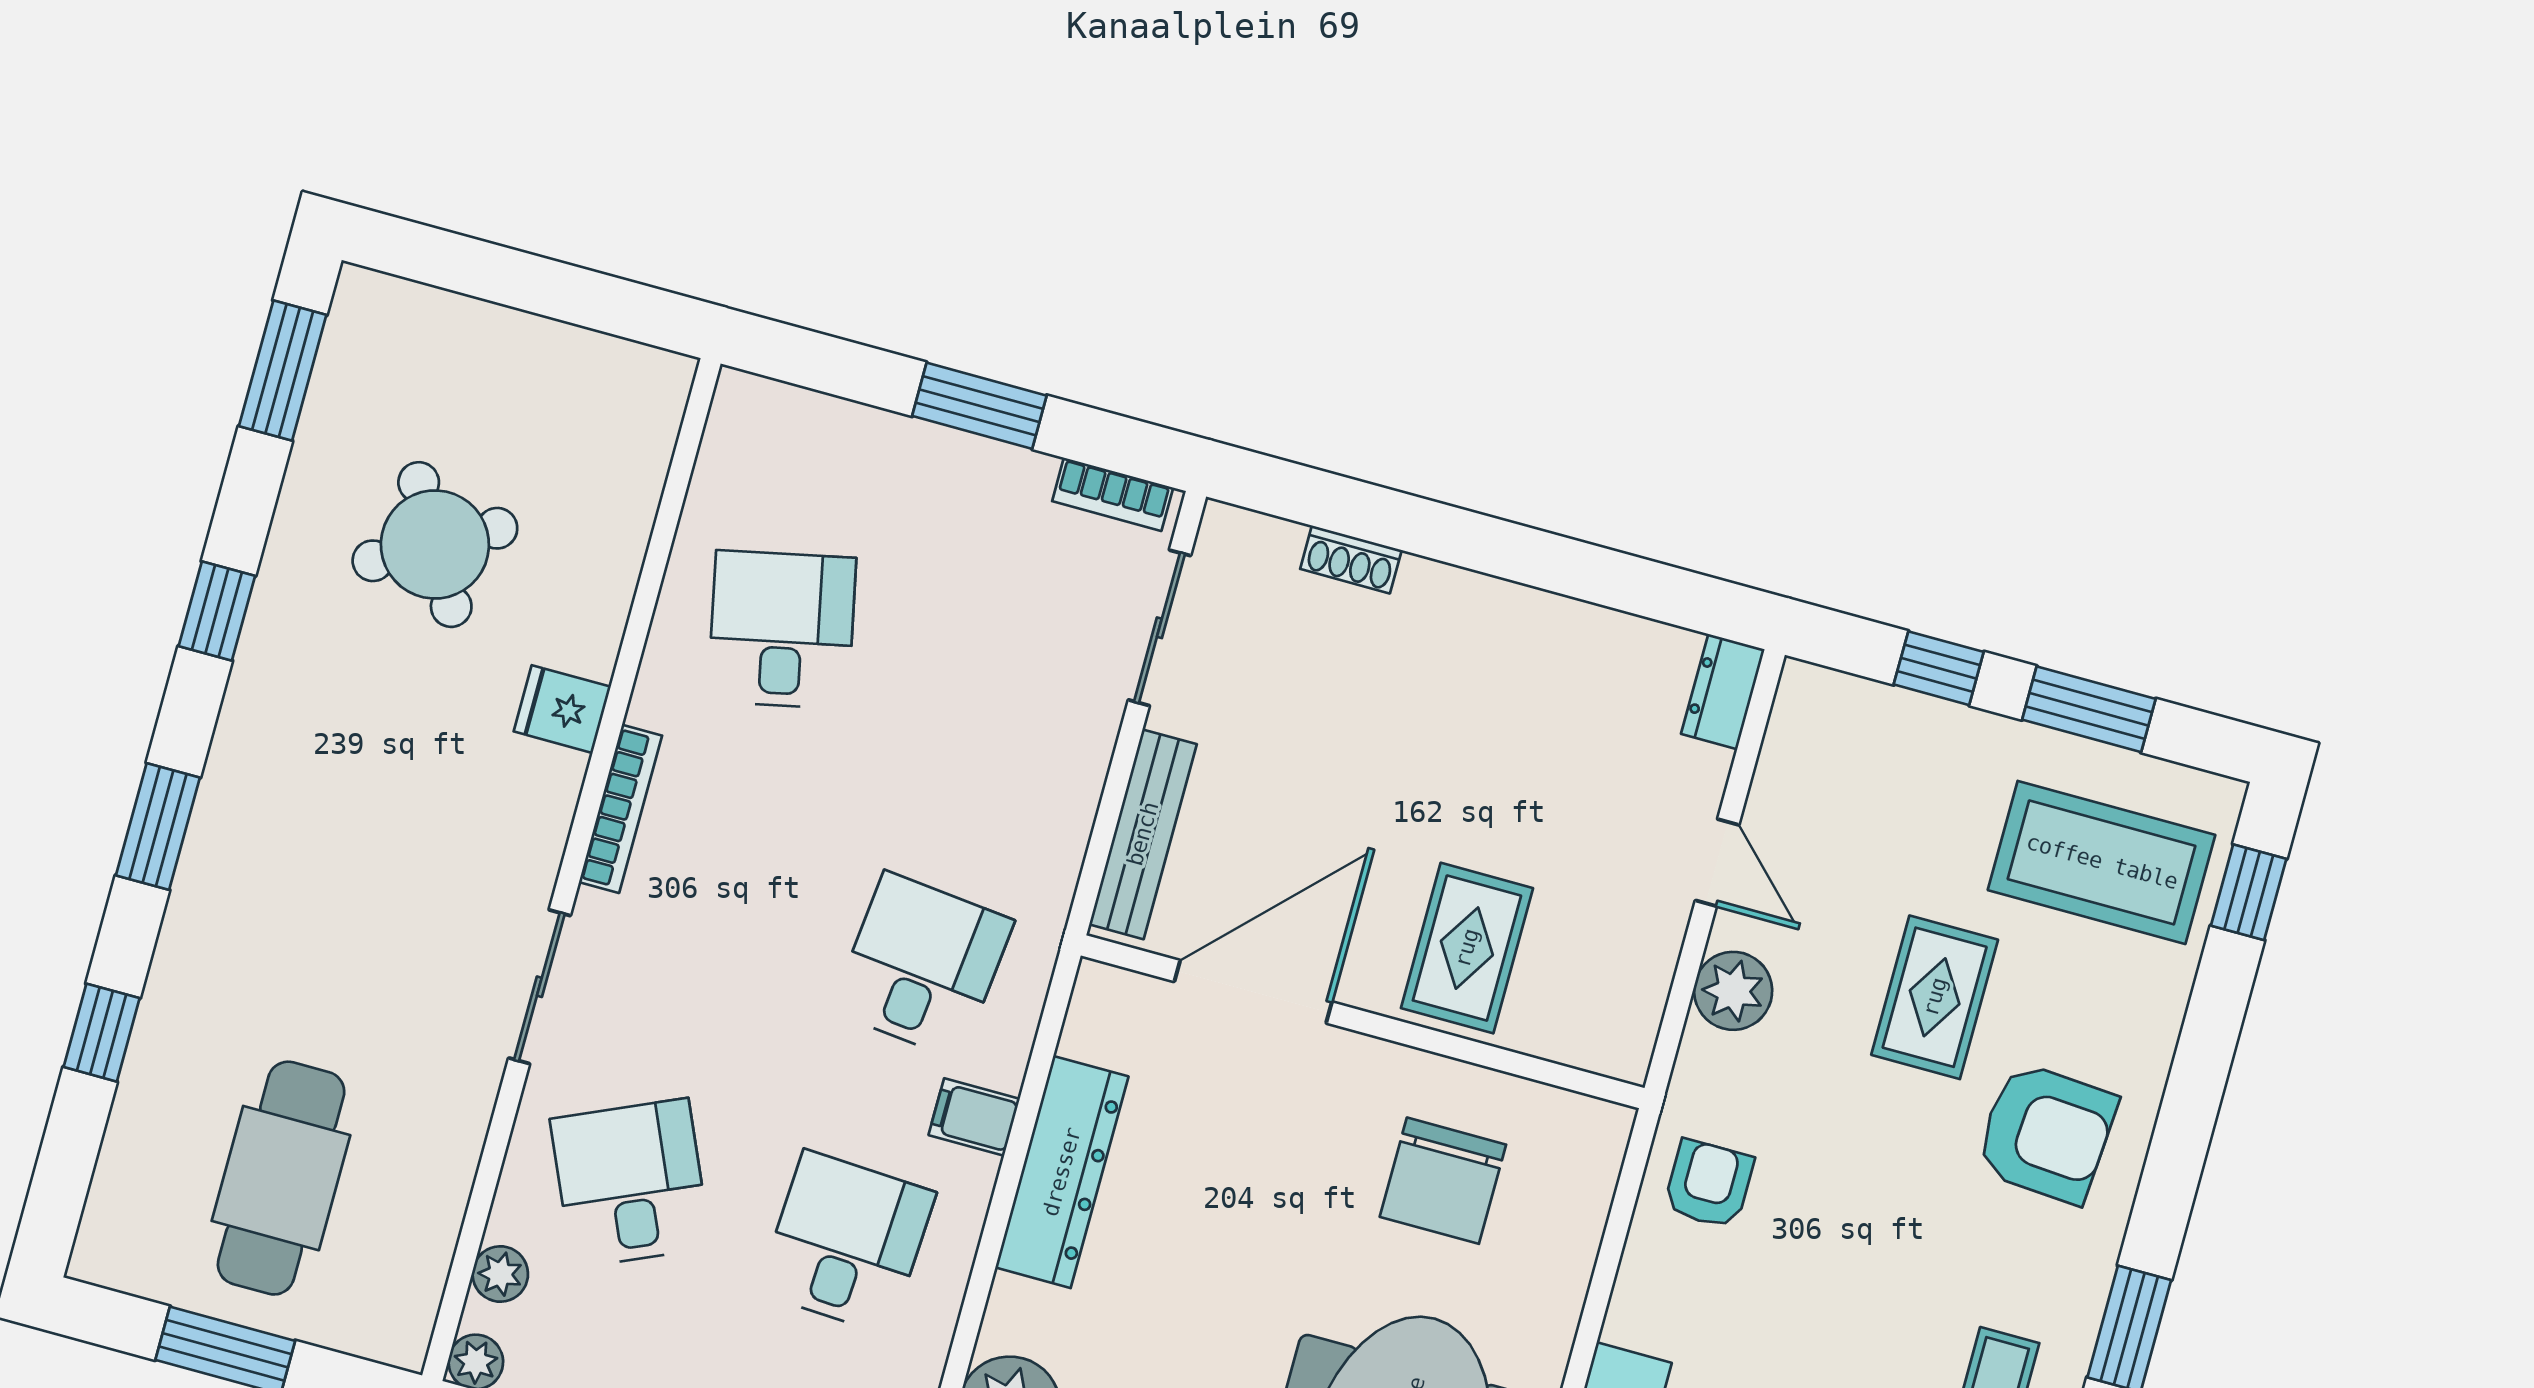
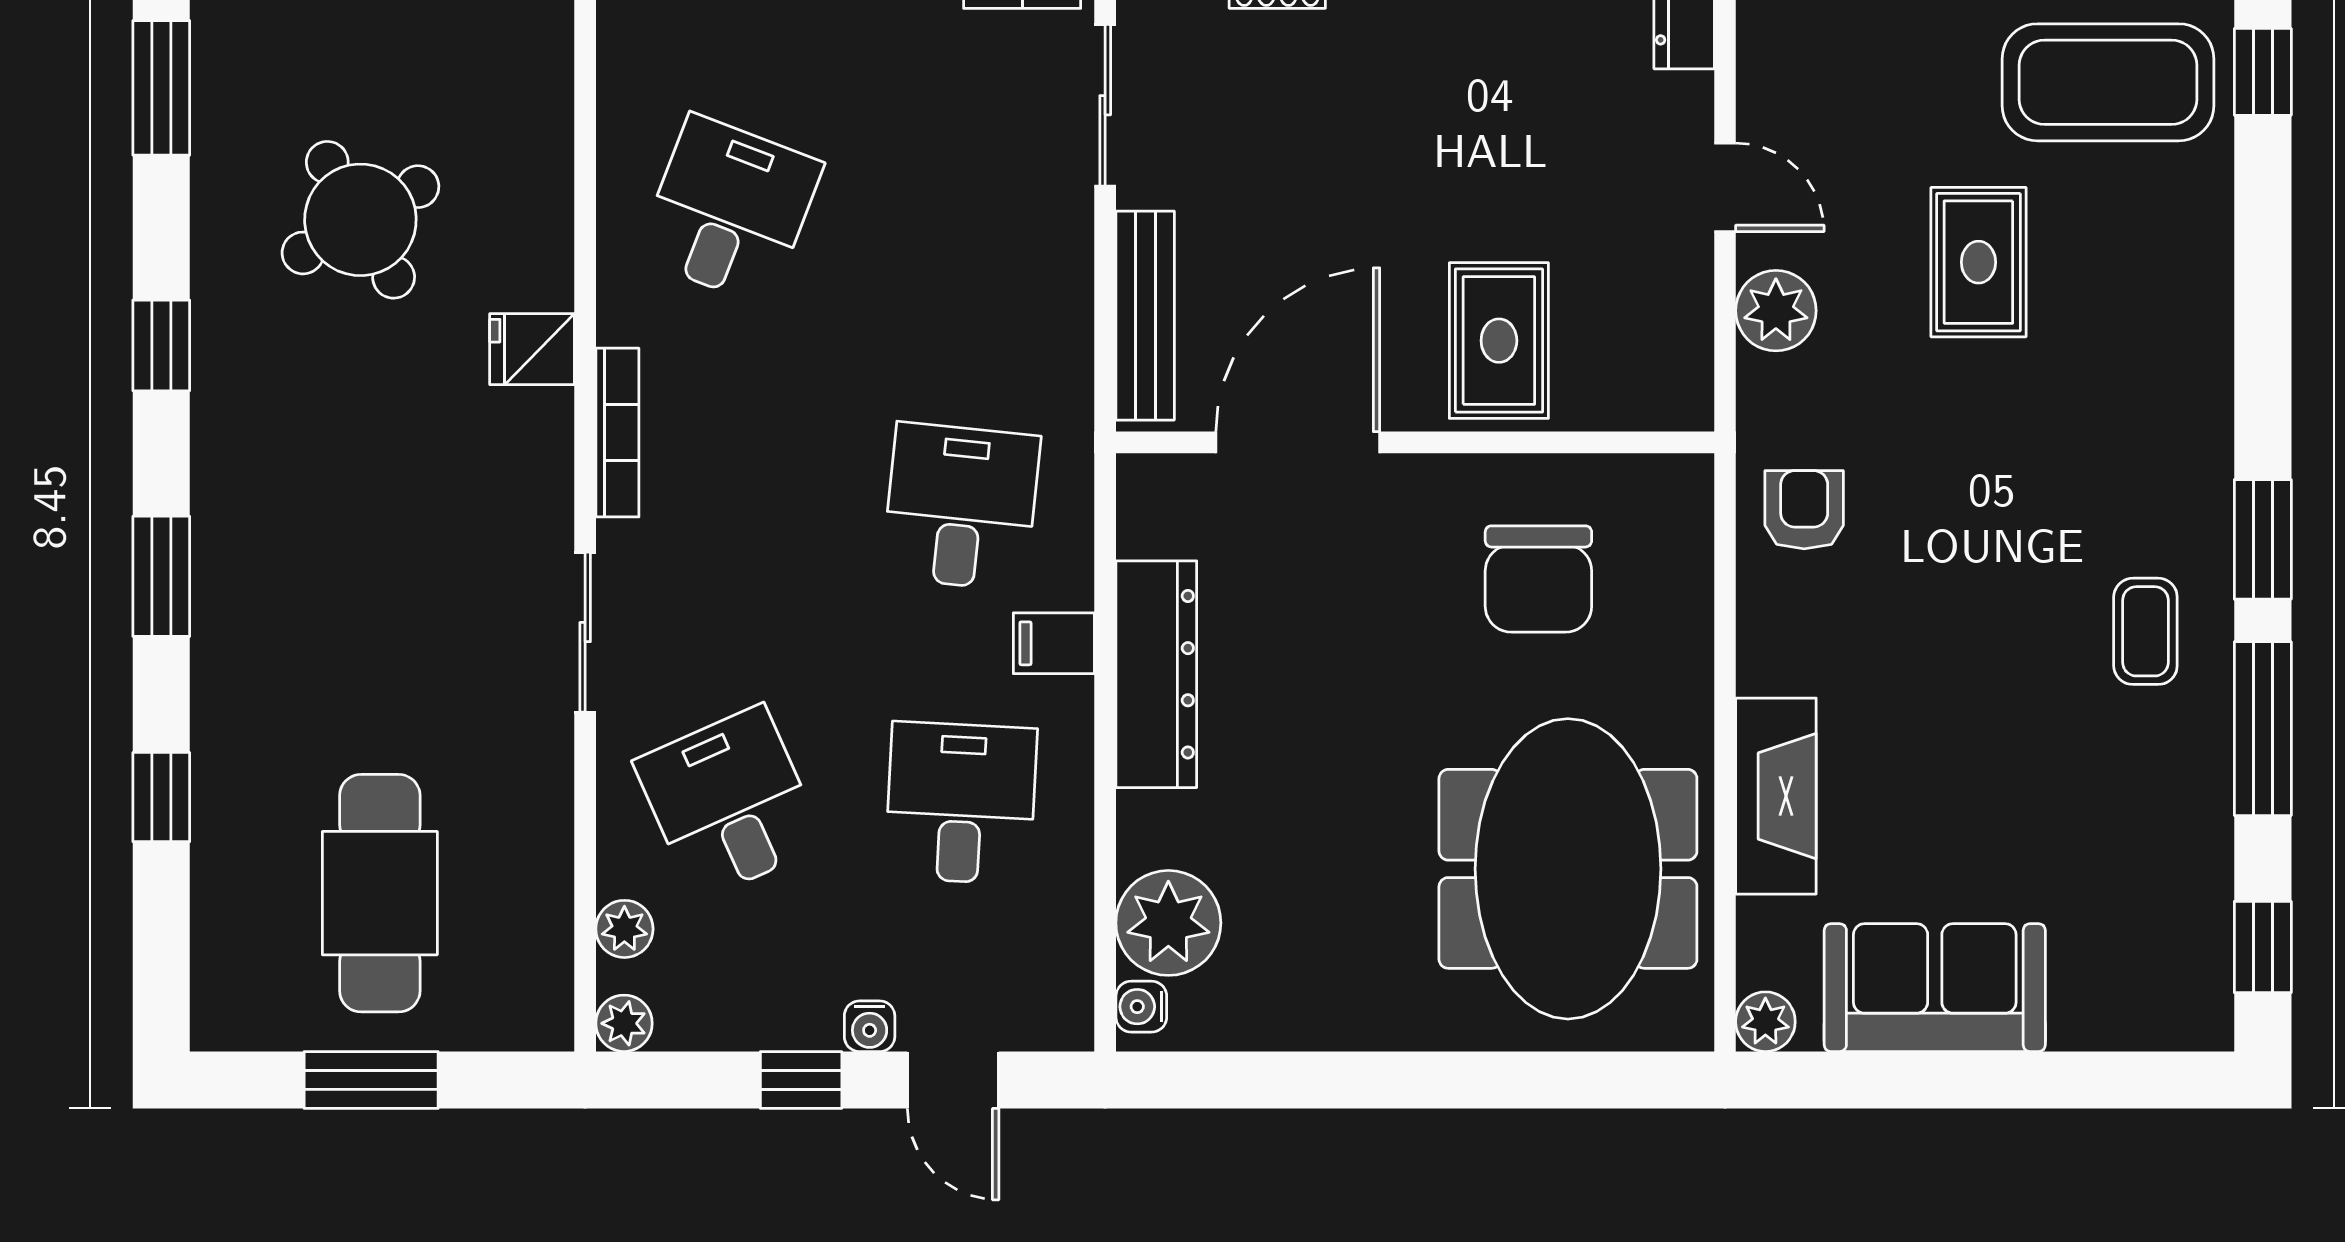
desk: (782, 630) -> (729, 210), turned 33
armchair: (2046, 1133) -> (2127, 367), removed

